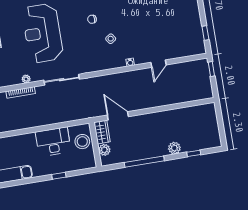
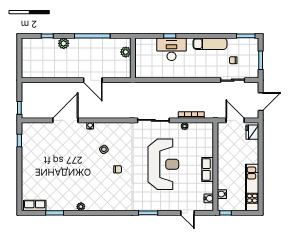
door: (158, 64) -> (65, 120), width x1.88
door: (118, 116) -> (93, 80), moved
wardrobe: (102, 132) -> (125, 68), removed
desk: (53, 142) -> (172, 49), moved, turned 180
stool: (82, 142) -> (144, 63), removed

